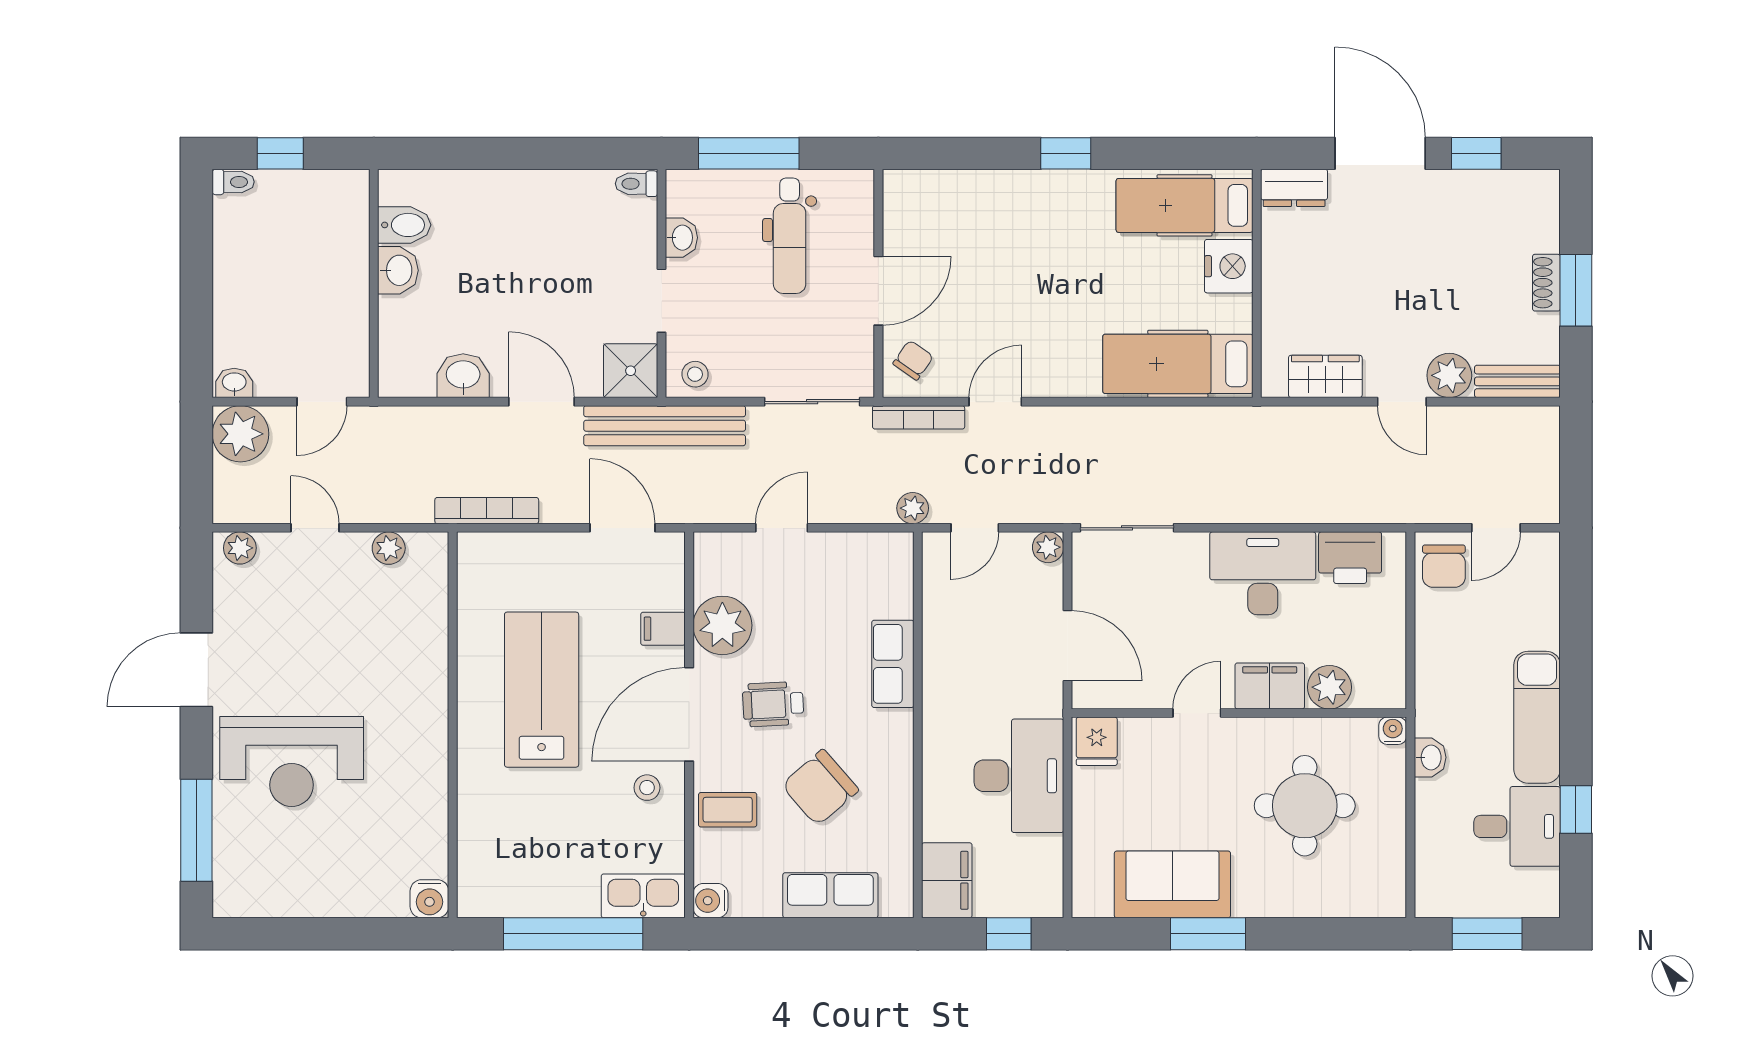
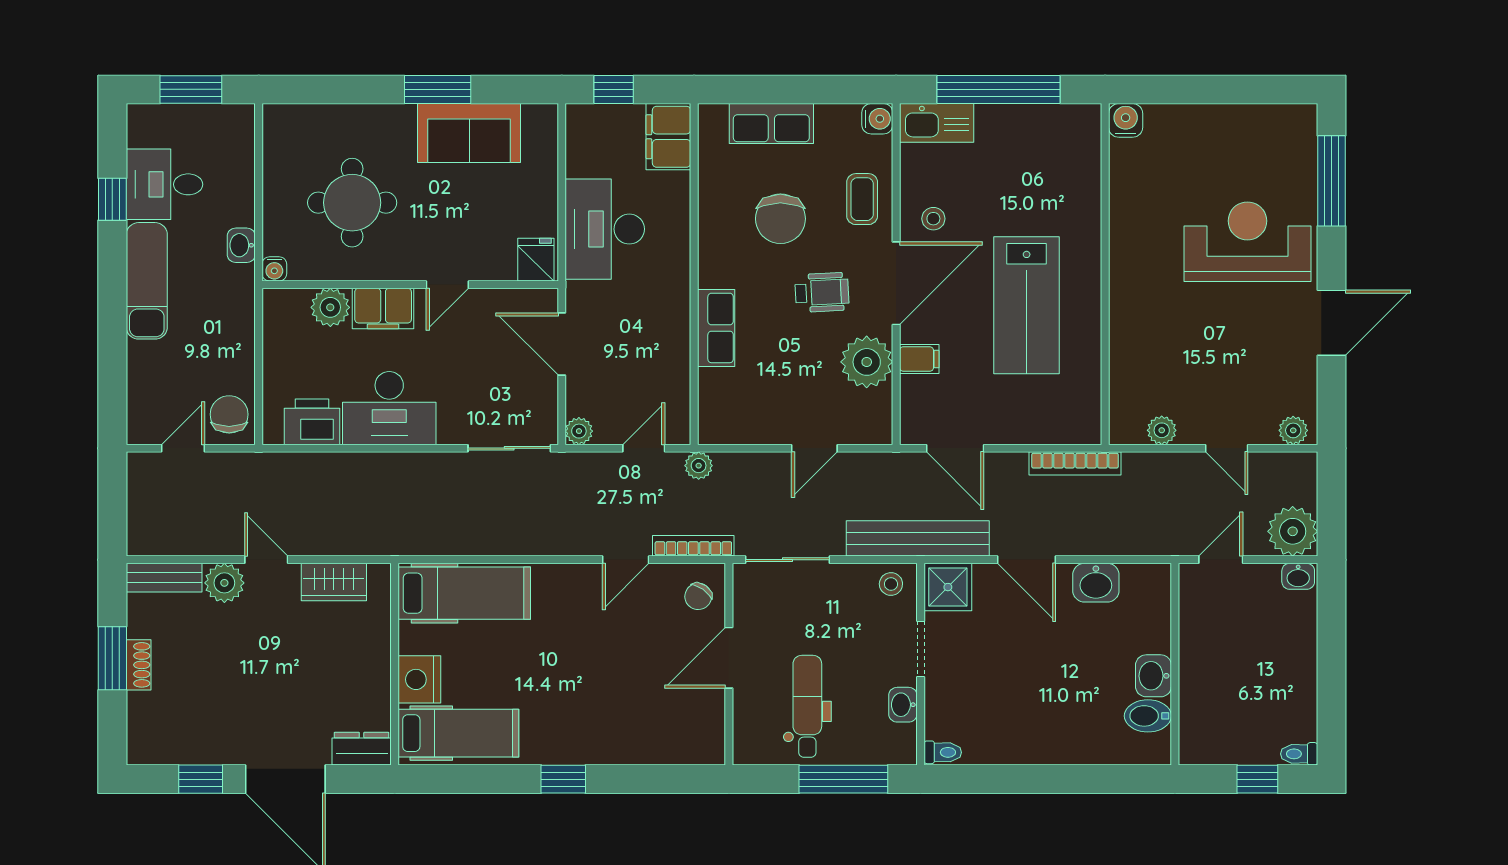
chair: (820, 788) -> (780, 219), turned 131
coffee table: (728, 810) -> (862, 199), turned 90

